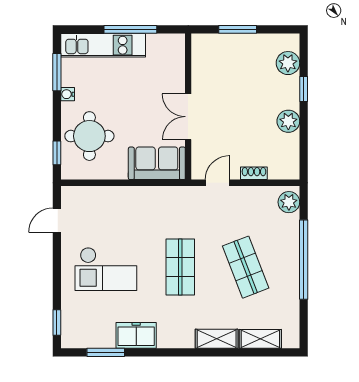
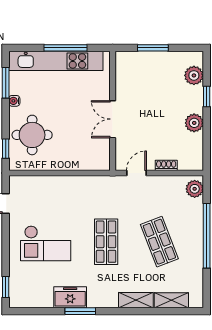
kitchen unit: (103, 45) -> (56, 61), width x1.36
sofa: (157, 163) -> (87, 157), removed
window: (106, 352) -> (80, 311), moved

